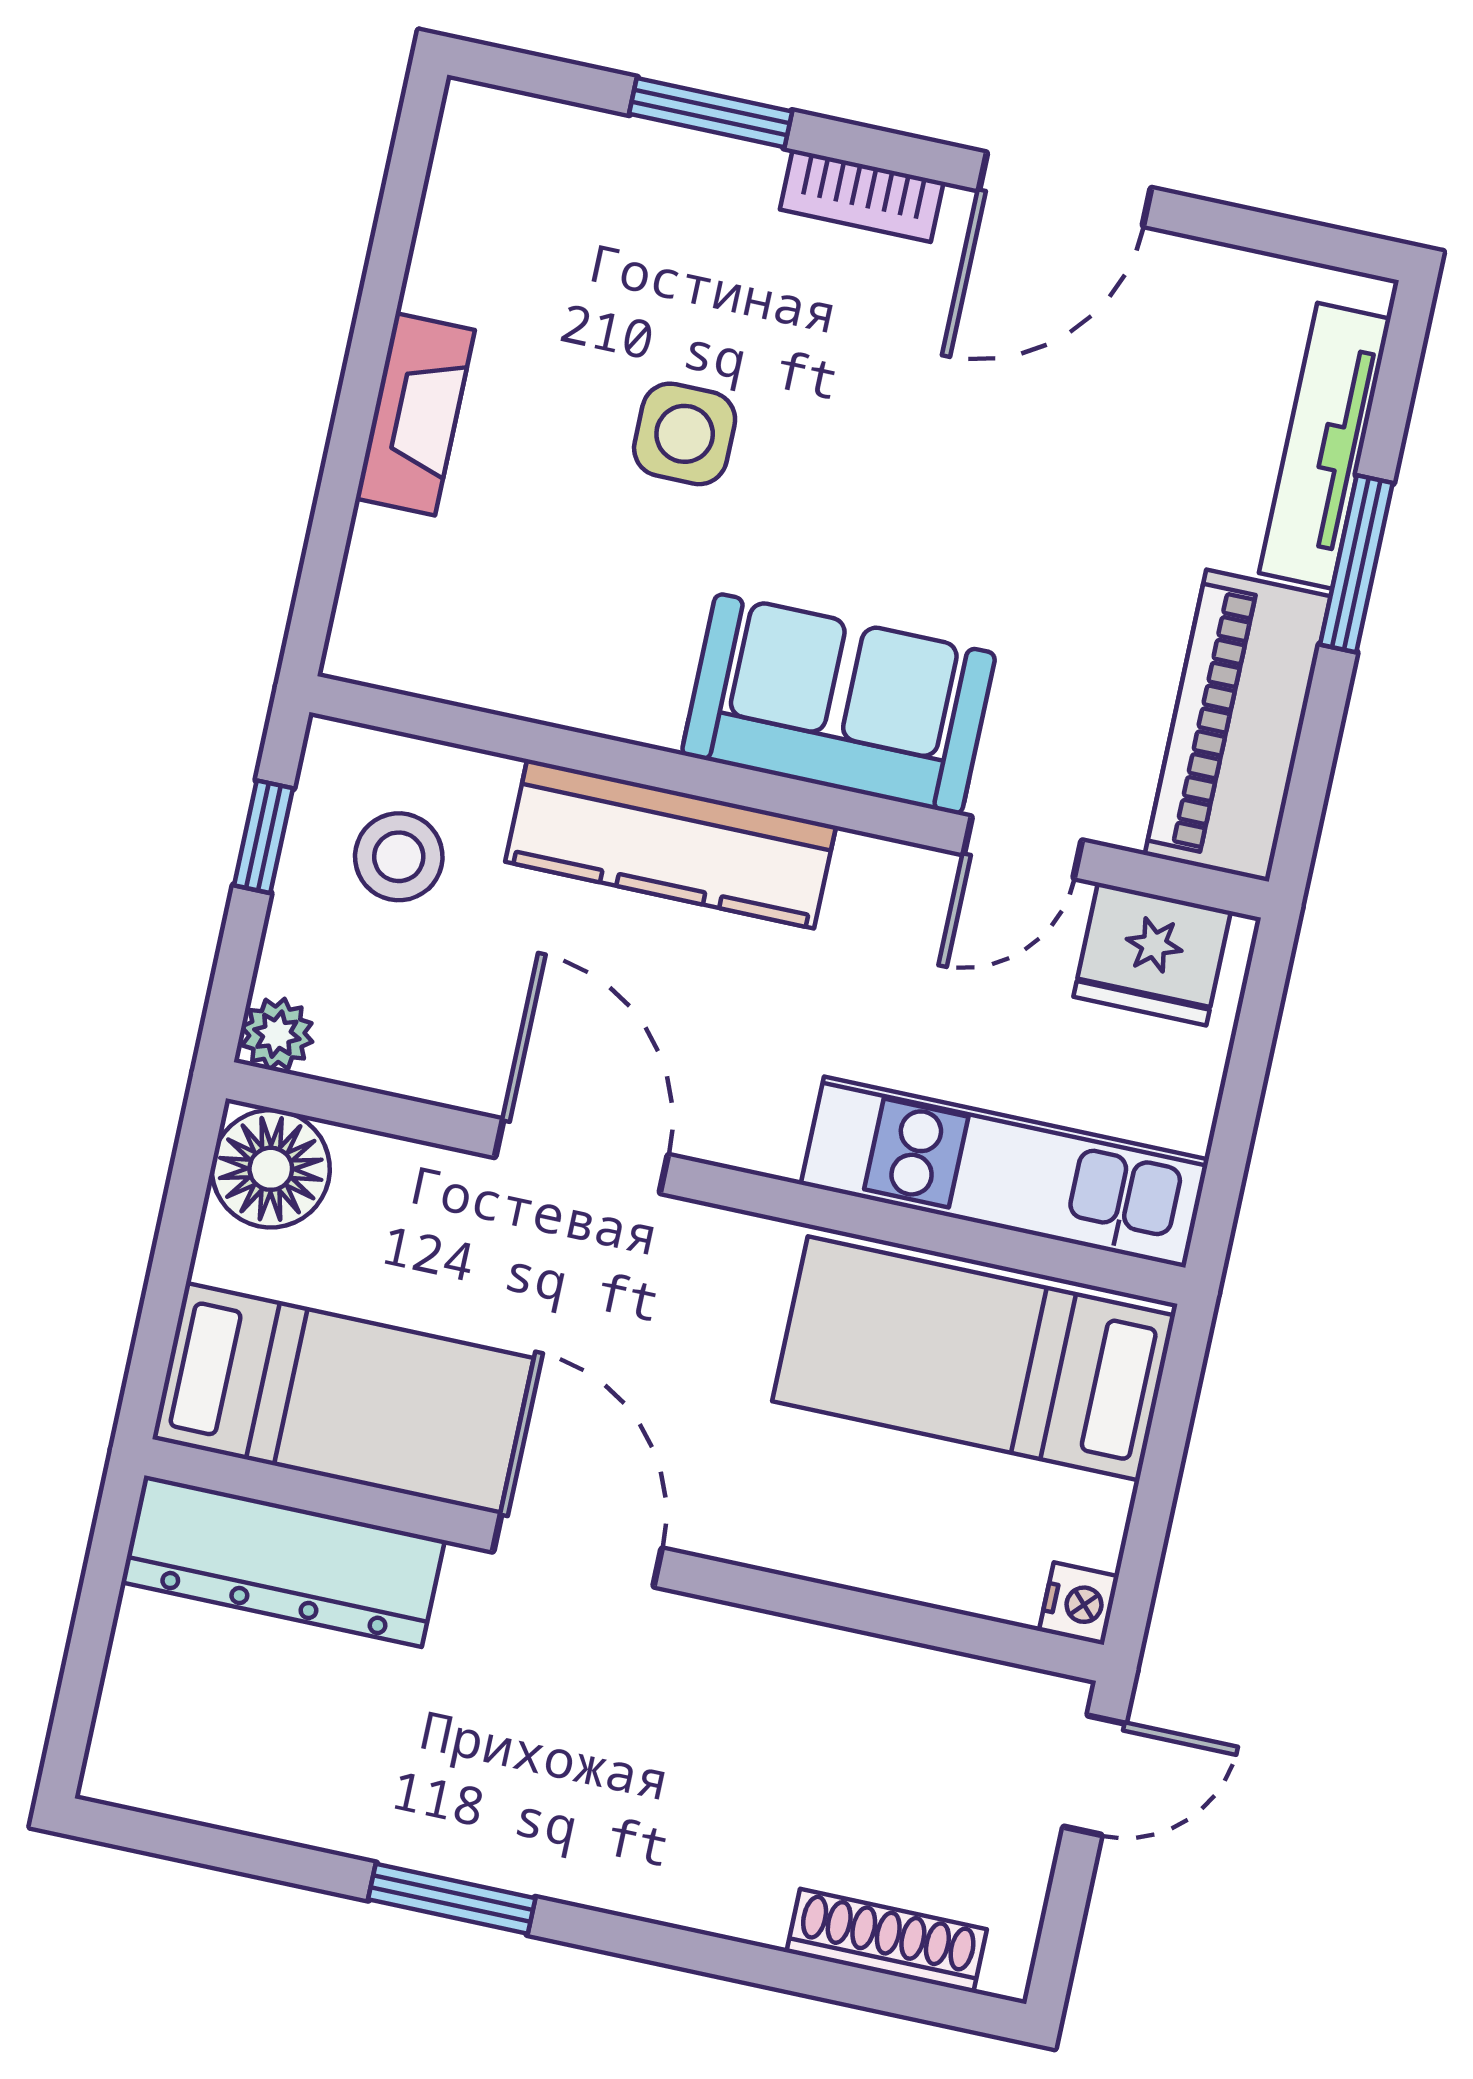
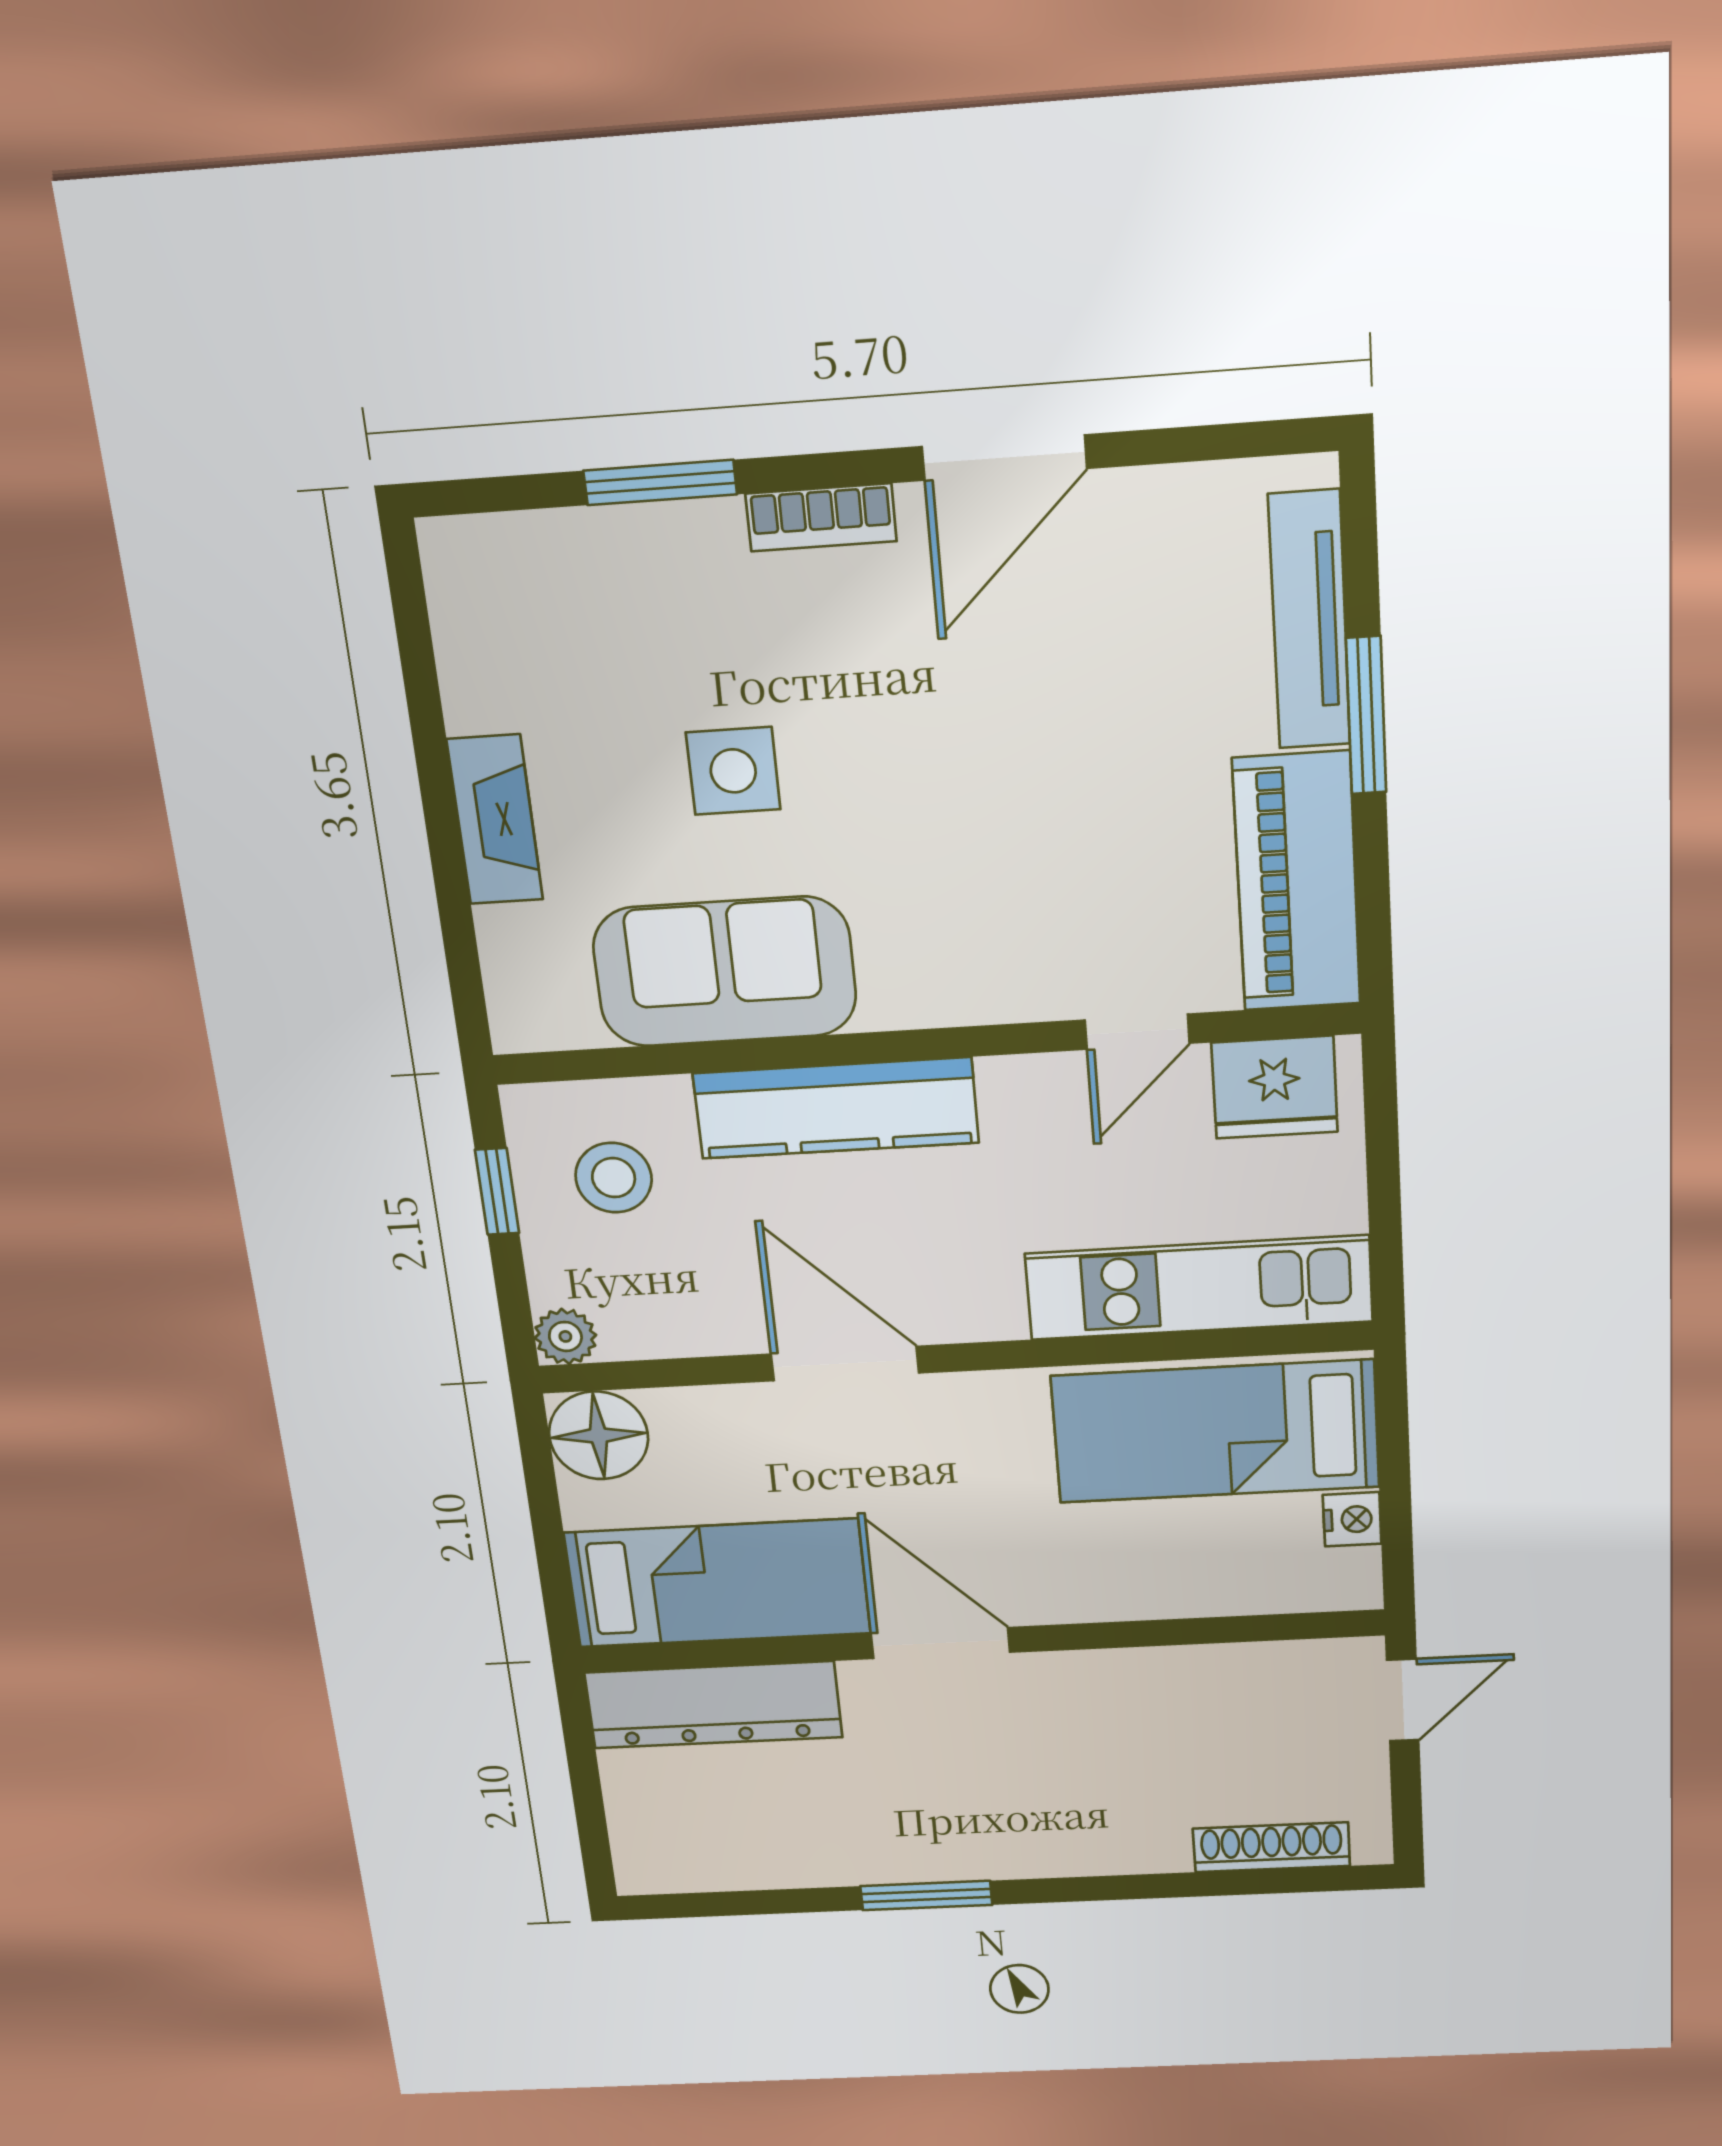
sofa: (839, 704) -> (725, 972), moved
nightstand: (1079, 1604) -> (1352, 1519), moved

